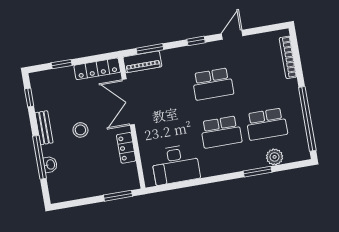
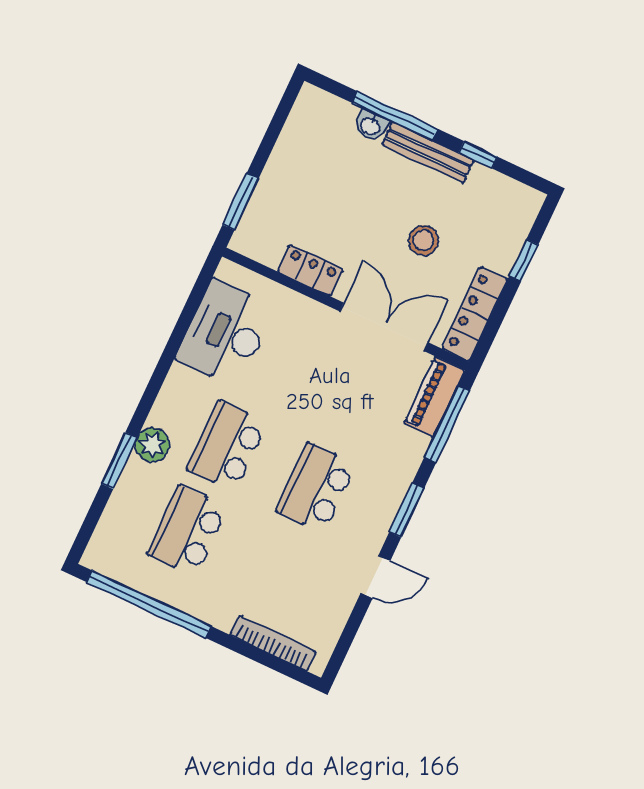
door: (232, 35) -> (375, 577), hinge flipped
window: (196, 41) -> (407, 510), width x1.50
window: (150, 49) -> (447, 424), width x1.44
window: (29, 97) -> (478, 155), moved
bench: (44, 128) -> (428, 152), width x1.36
stool: (80, 130) -> (424, 240), moved
plant: (275, 157) -> (152, 445), moved

